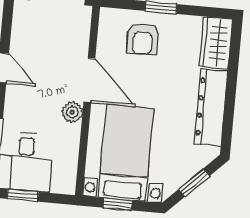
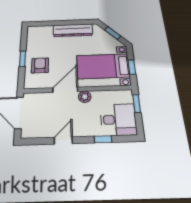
armchair: (143, 39) -> (40, 65), turned -90
wardrobe: (216, 43) -> (40, 32), removed
window: (23, 195) -> (137, 104), moved

